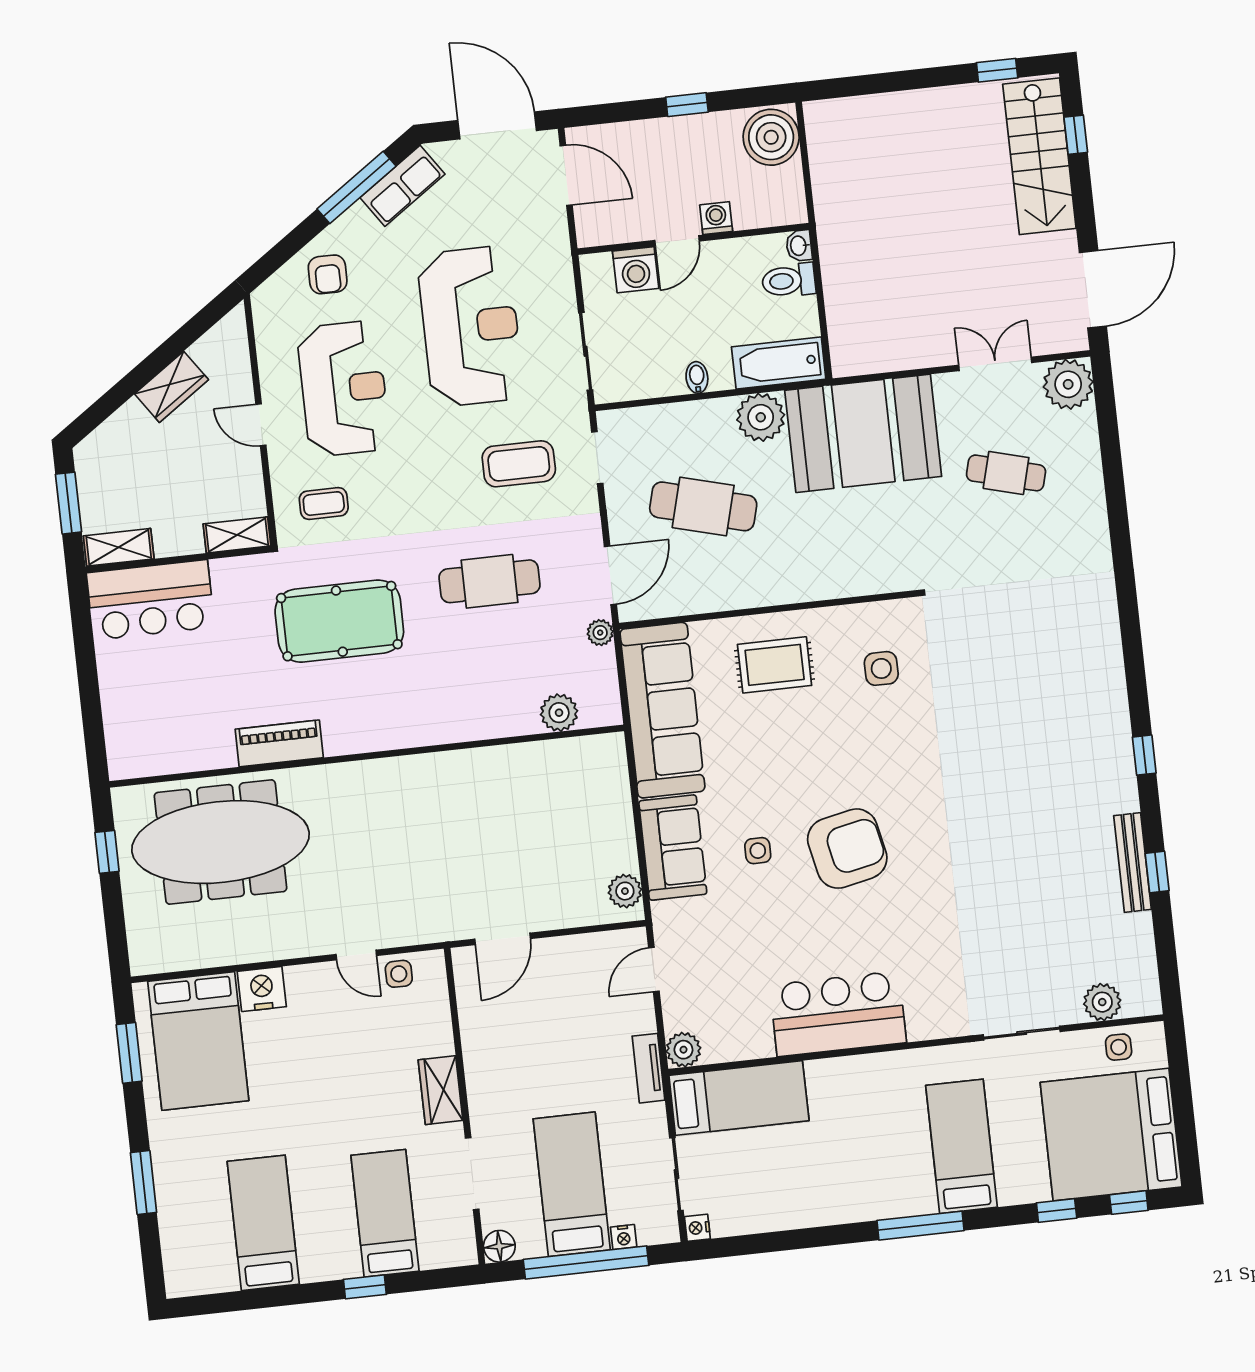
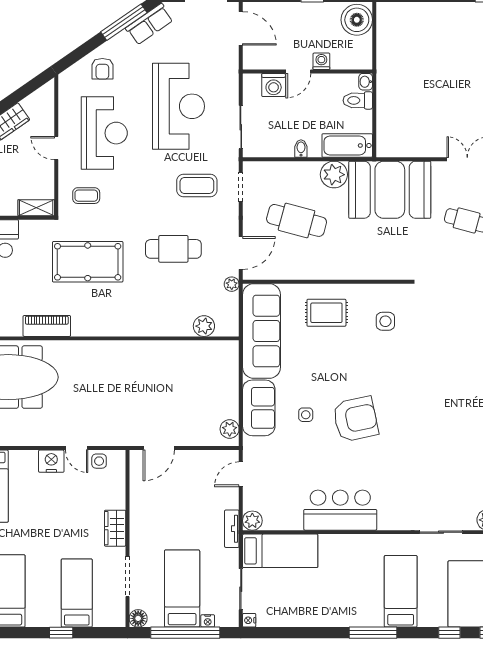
nightstand: (262, 989) -> (51, 461), moved

